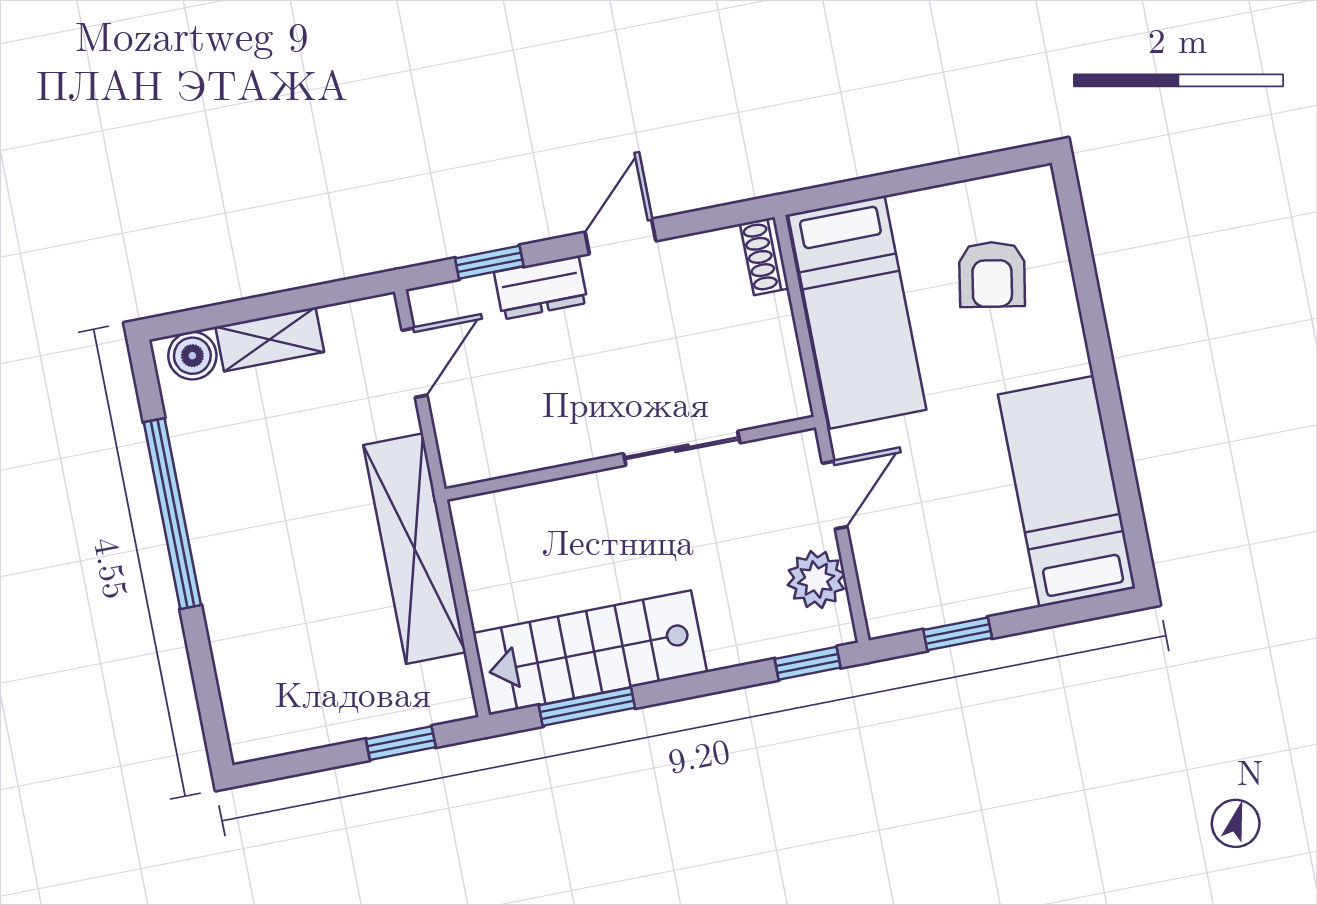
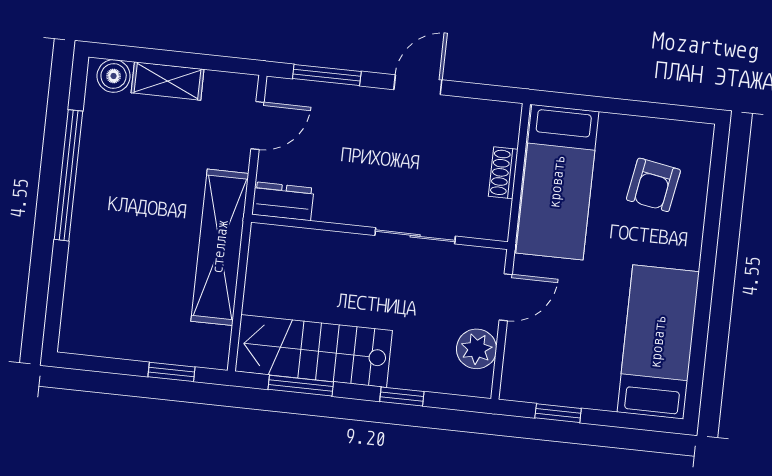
shoe rack: (764, 256) -> (503, 173), moved
window: (489, 262) -> (327, 75), width x1.50
dresser: (541, 288) -> (283, 201), moved, turned 180
window: (808, 663) -> (402, 396), moved

